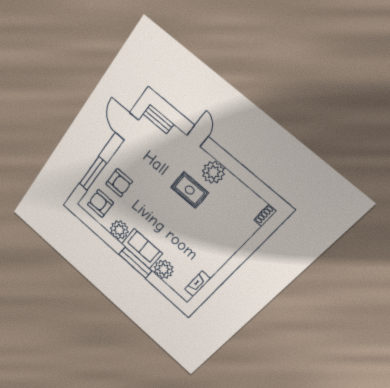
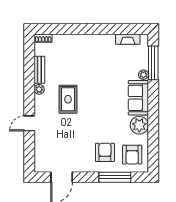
bench: (158, 119) -> (39, 70), moved
plant: (213, 172) -> (39, 89), width x0.53, depth x0.53
window: (135, 263) -> (153, 63), moved
plant: (164, 269) -> (143, 75), width x0.53, depth x0.53

